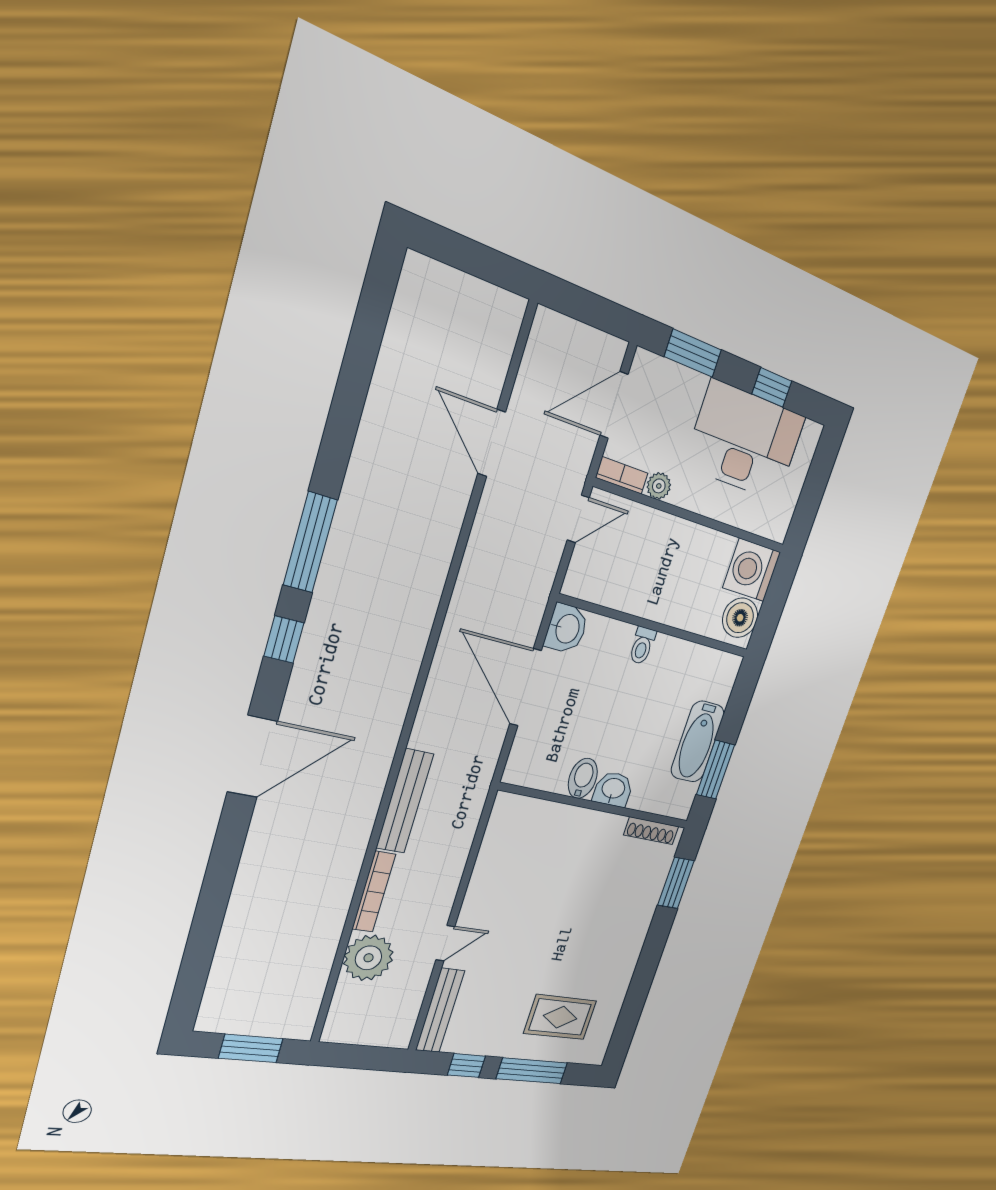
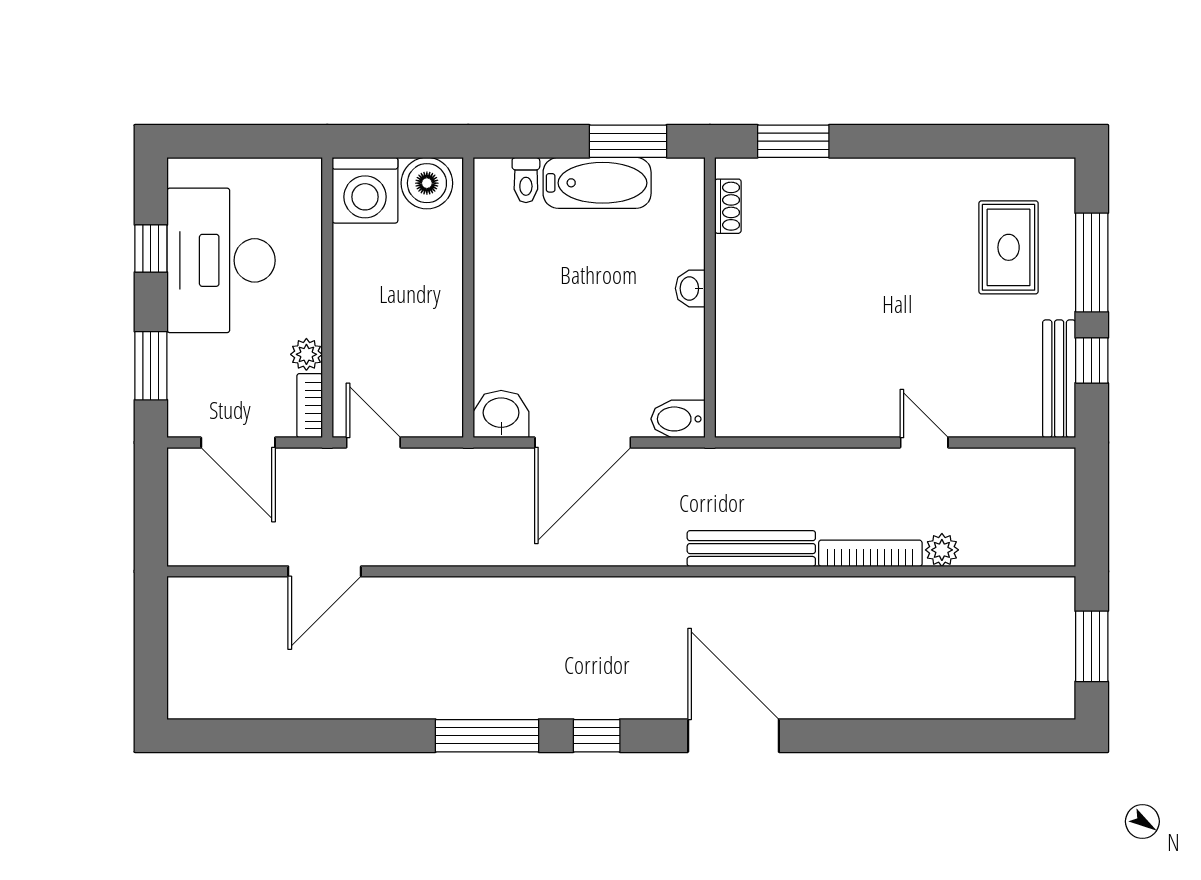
toilet: (642, 646) -> (526, 180), moved, turned 90
bidet: (583, 778) -> (678, 419), moved
washbasin: (613, 789) -> (690, 288), width x0.72, depth x0.69
shoe rack: (651, 831) -> (728, 206), width x0.70
plant: (369, 958) -> (942, 550), width x0.53, depth x0.53
bench: (440, 1010) -> (1059, 379), moved, turned 90

